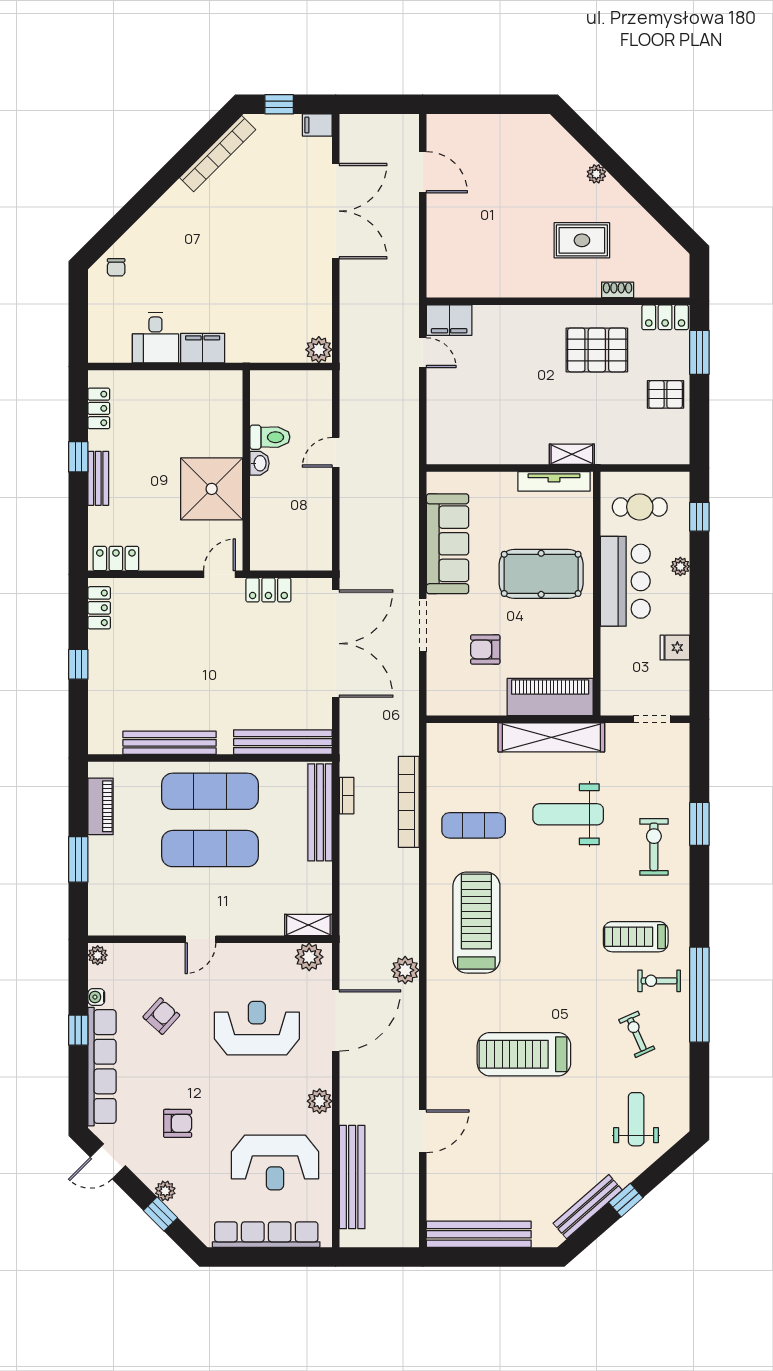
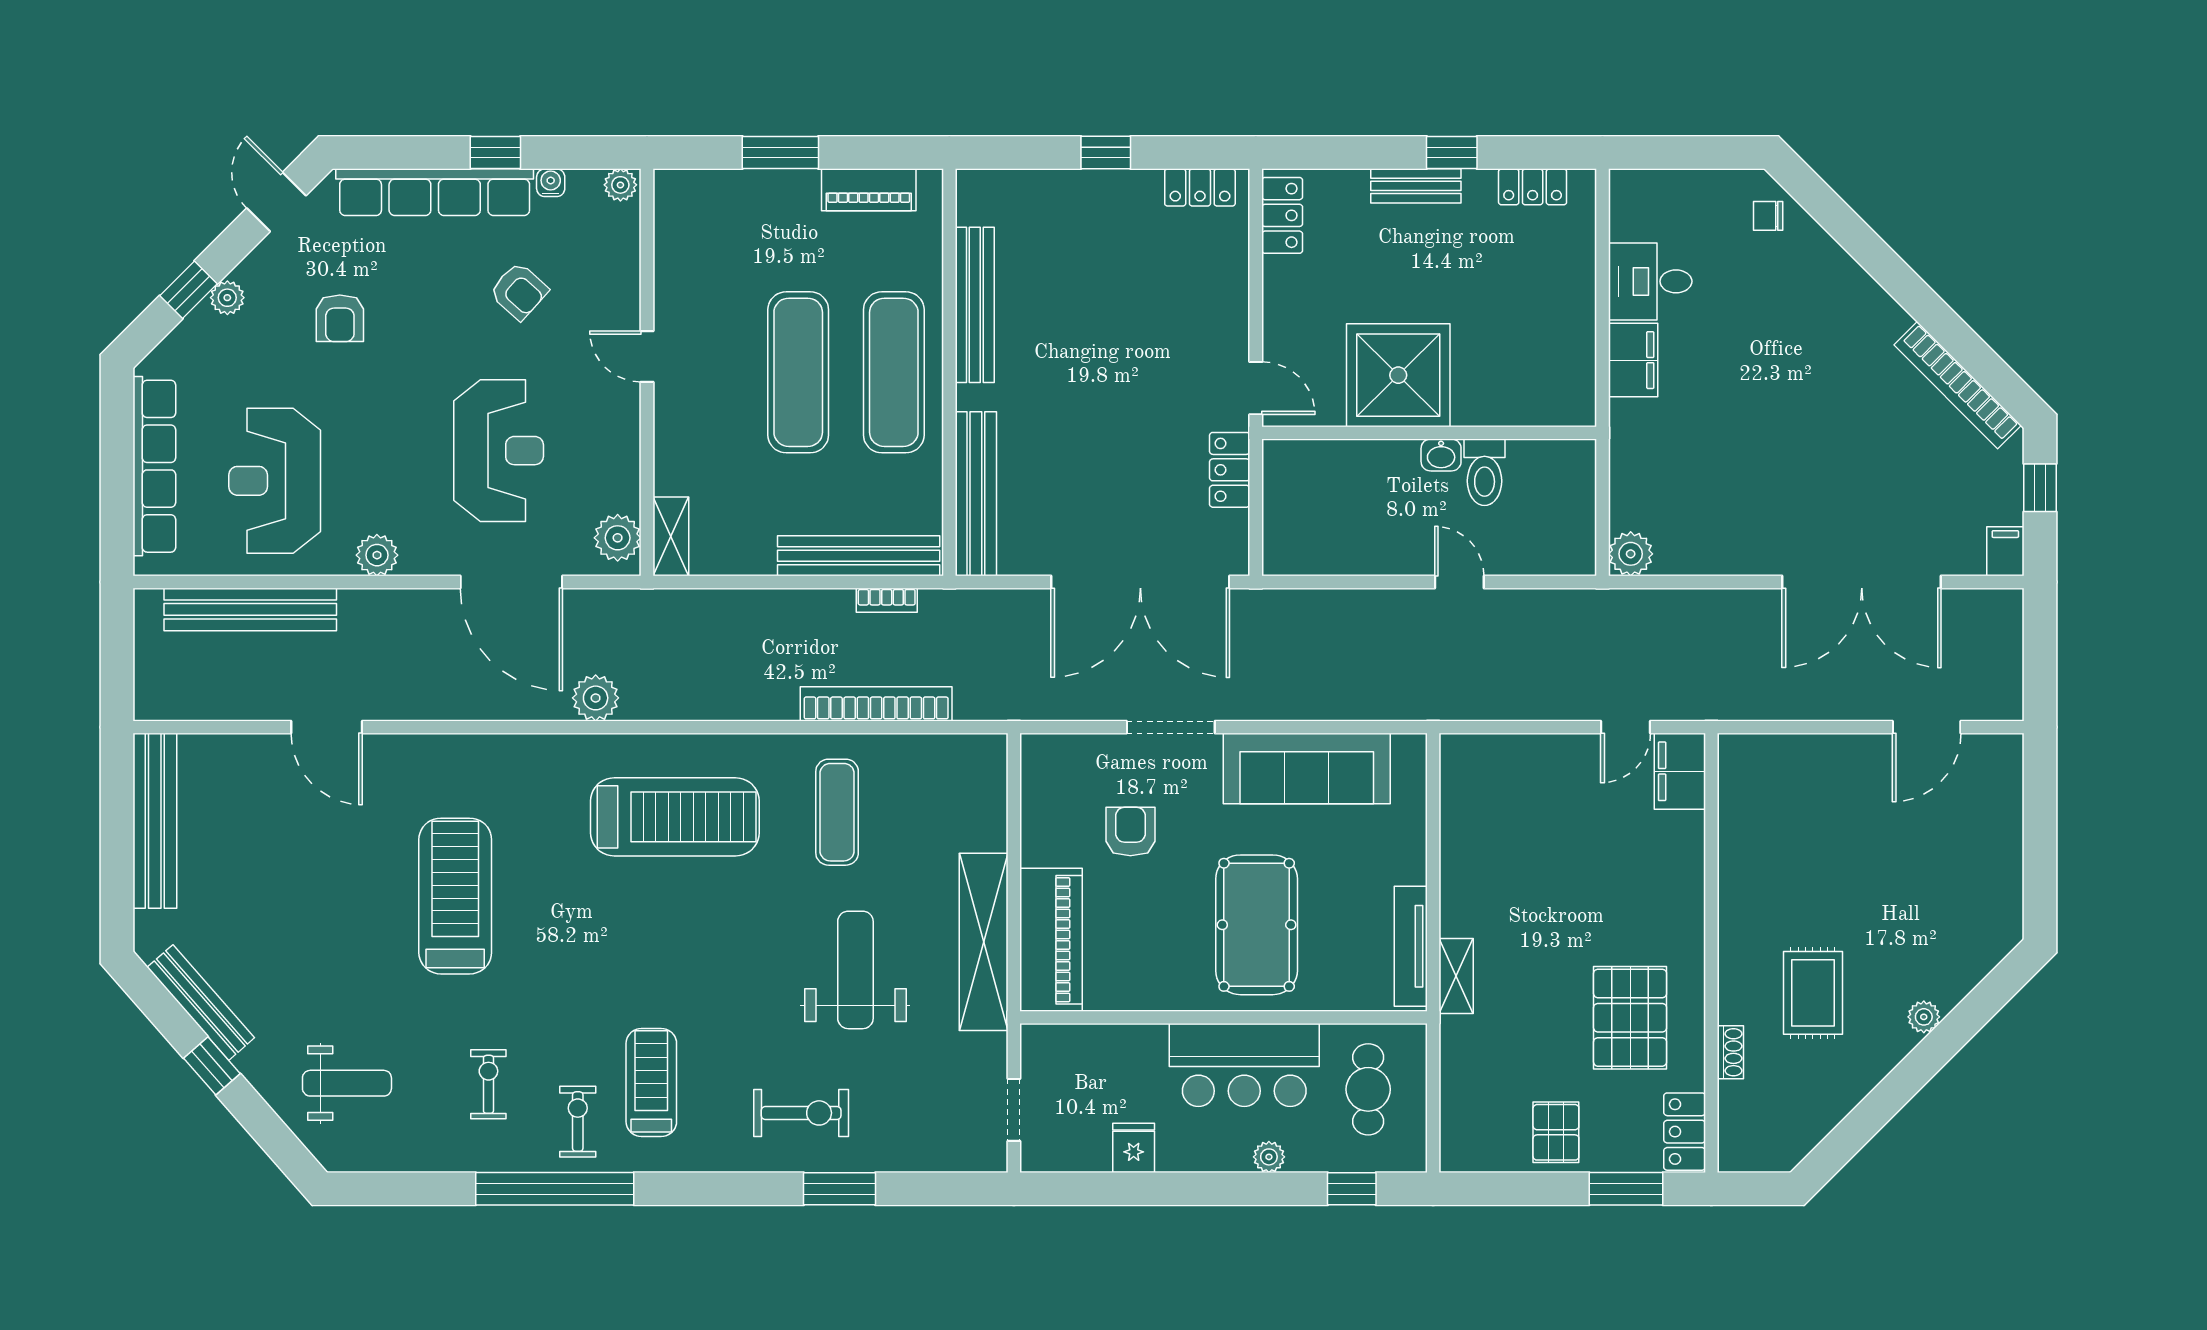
exercise bike: (637, 1034) -> (488, 1084), turned -66

